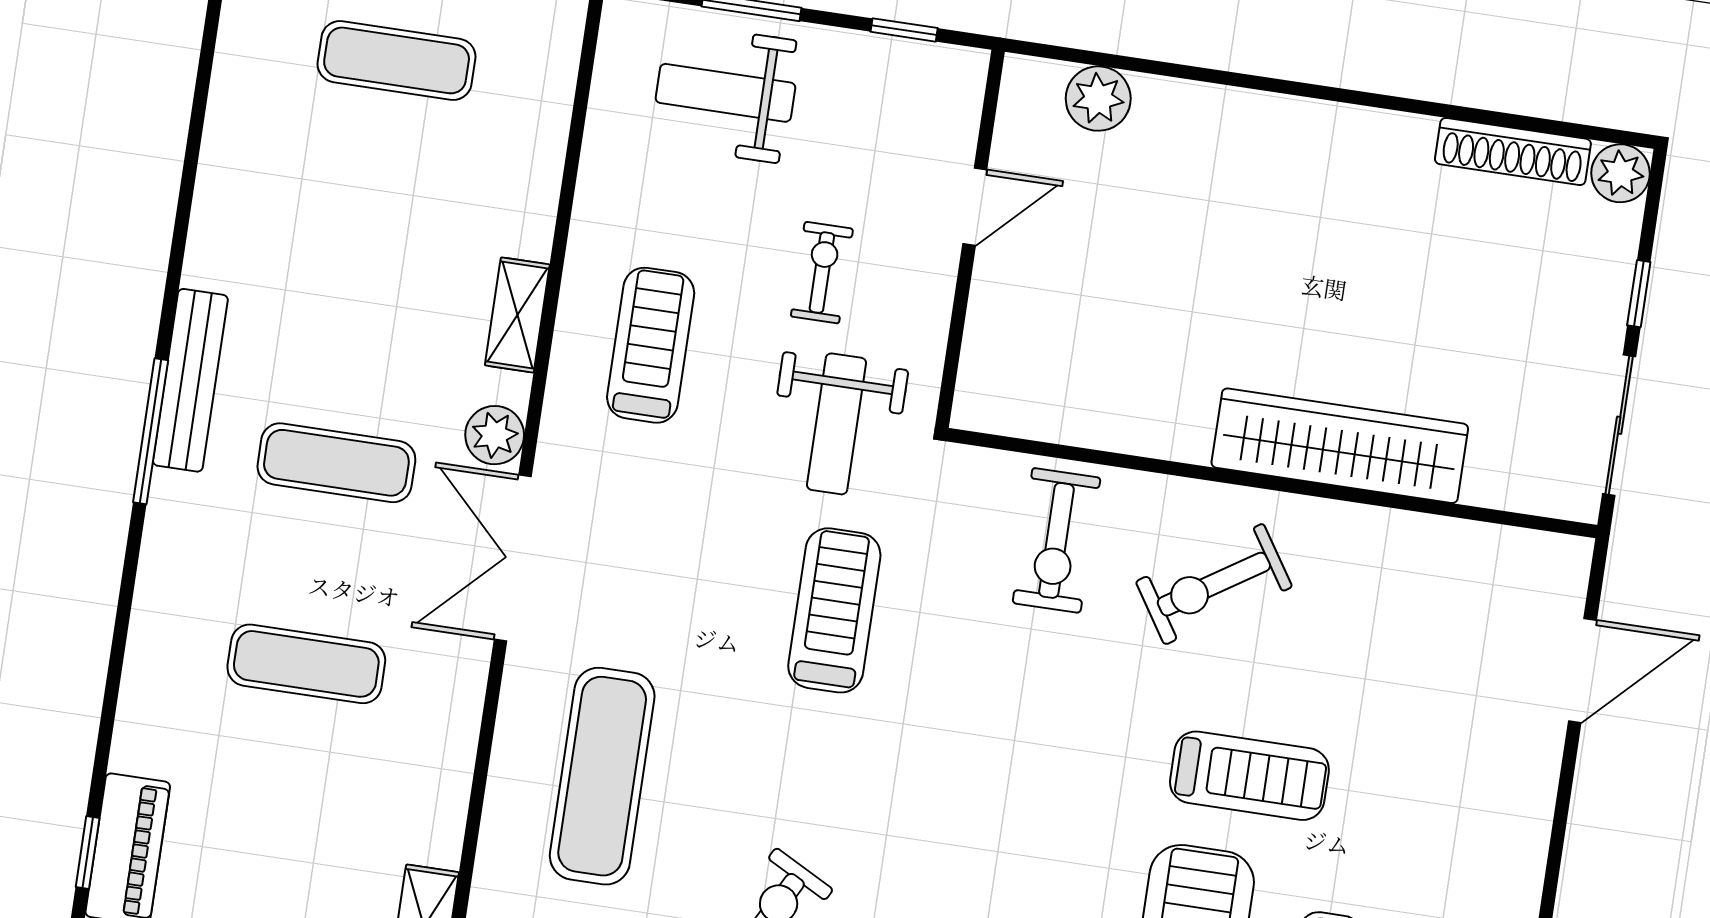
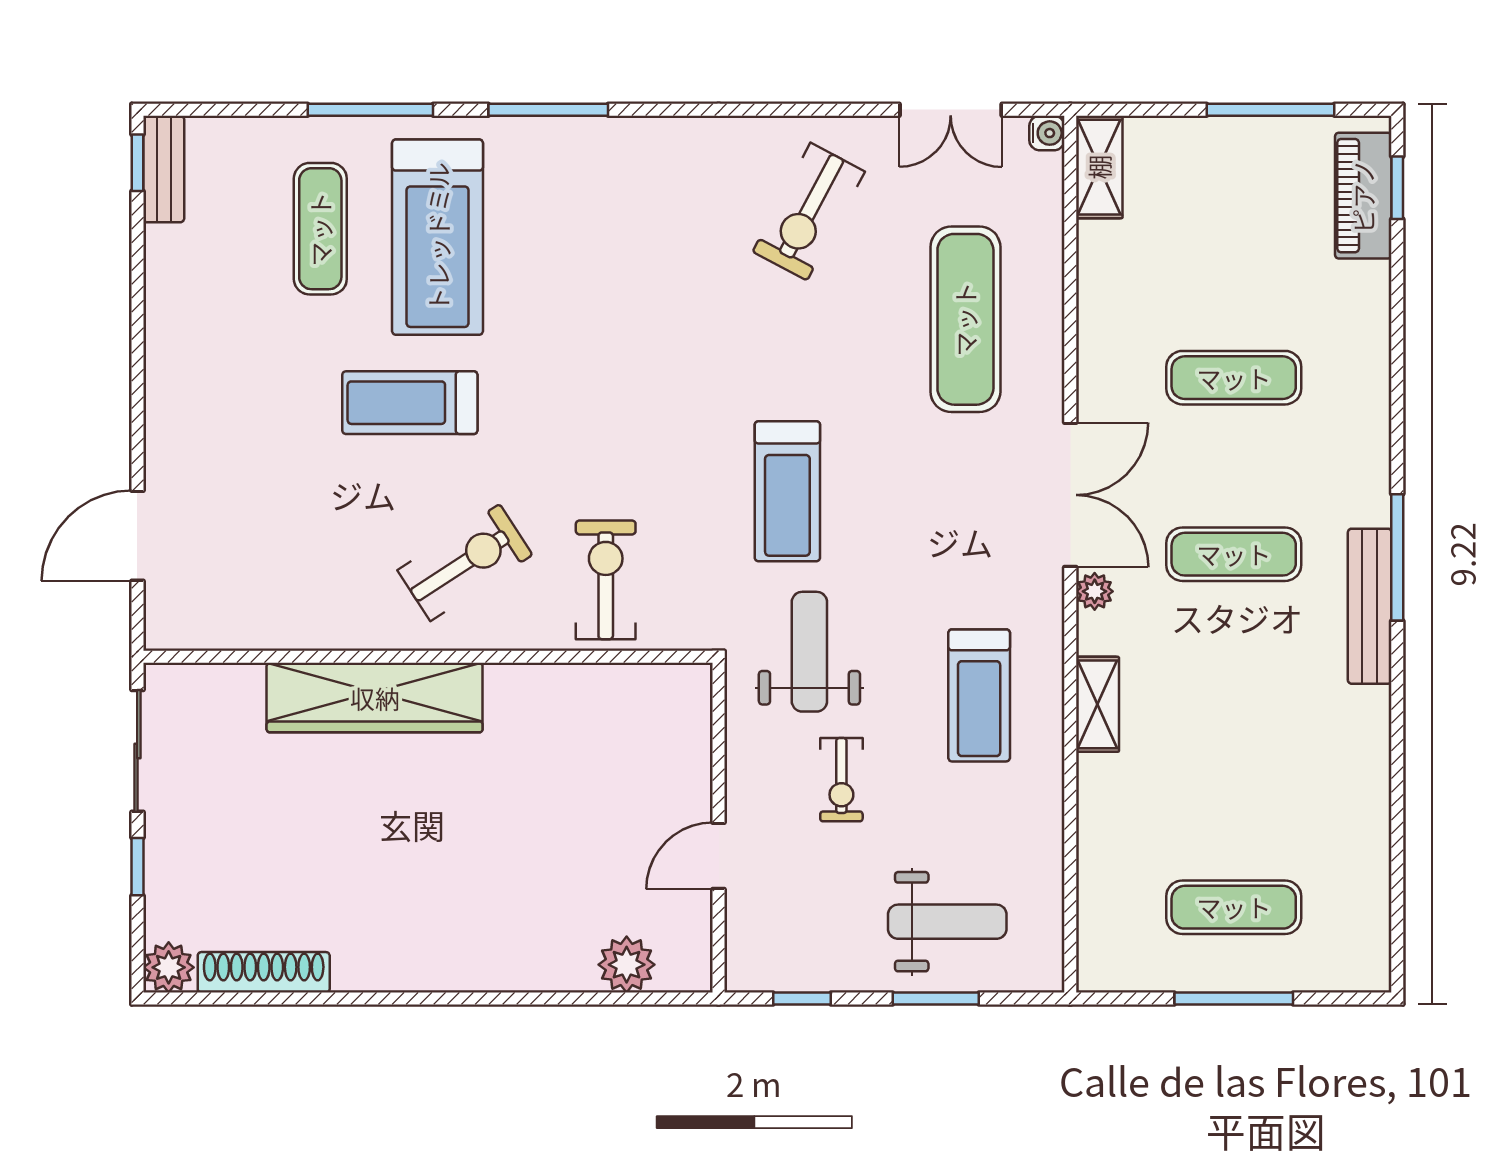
plant: (495, 435) -> (1095, 591), width x0.73, depth x0.73

